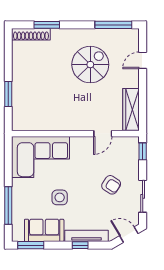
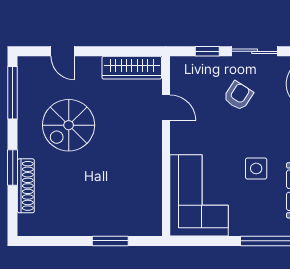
window: (47, 25) -> (13, 168), moved
shoe rack: (31, 34) -> (26, 186), moved
spiral stairs: (90, 65) -> (69, 125), turned -90
window: (143, 151) -> (207, 51), moved

